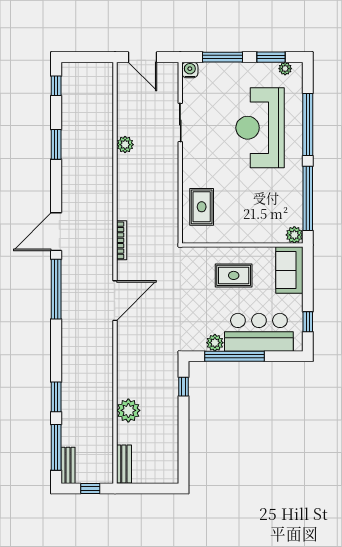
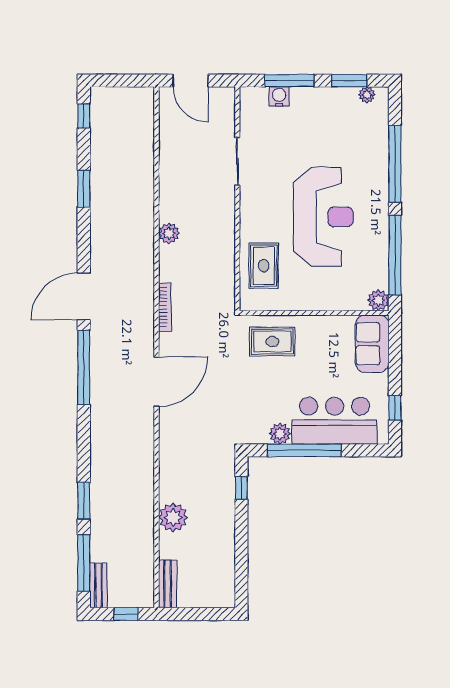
water cooler: (190, 70) -> (279, 96), moved
reception desk: (260, 128) -> (323, 217), moved, turned 180
plant: (125, 145) -> (169, 233), moved
rug: (234, 275) -> (272, 342), moved

